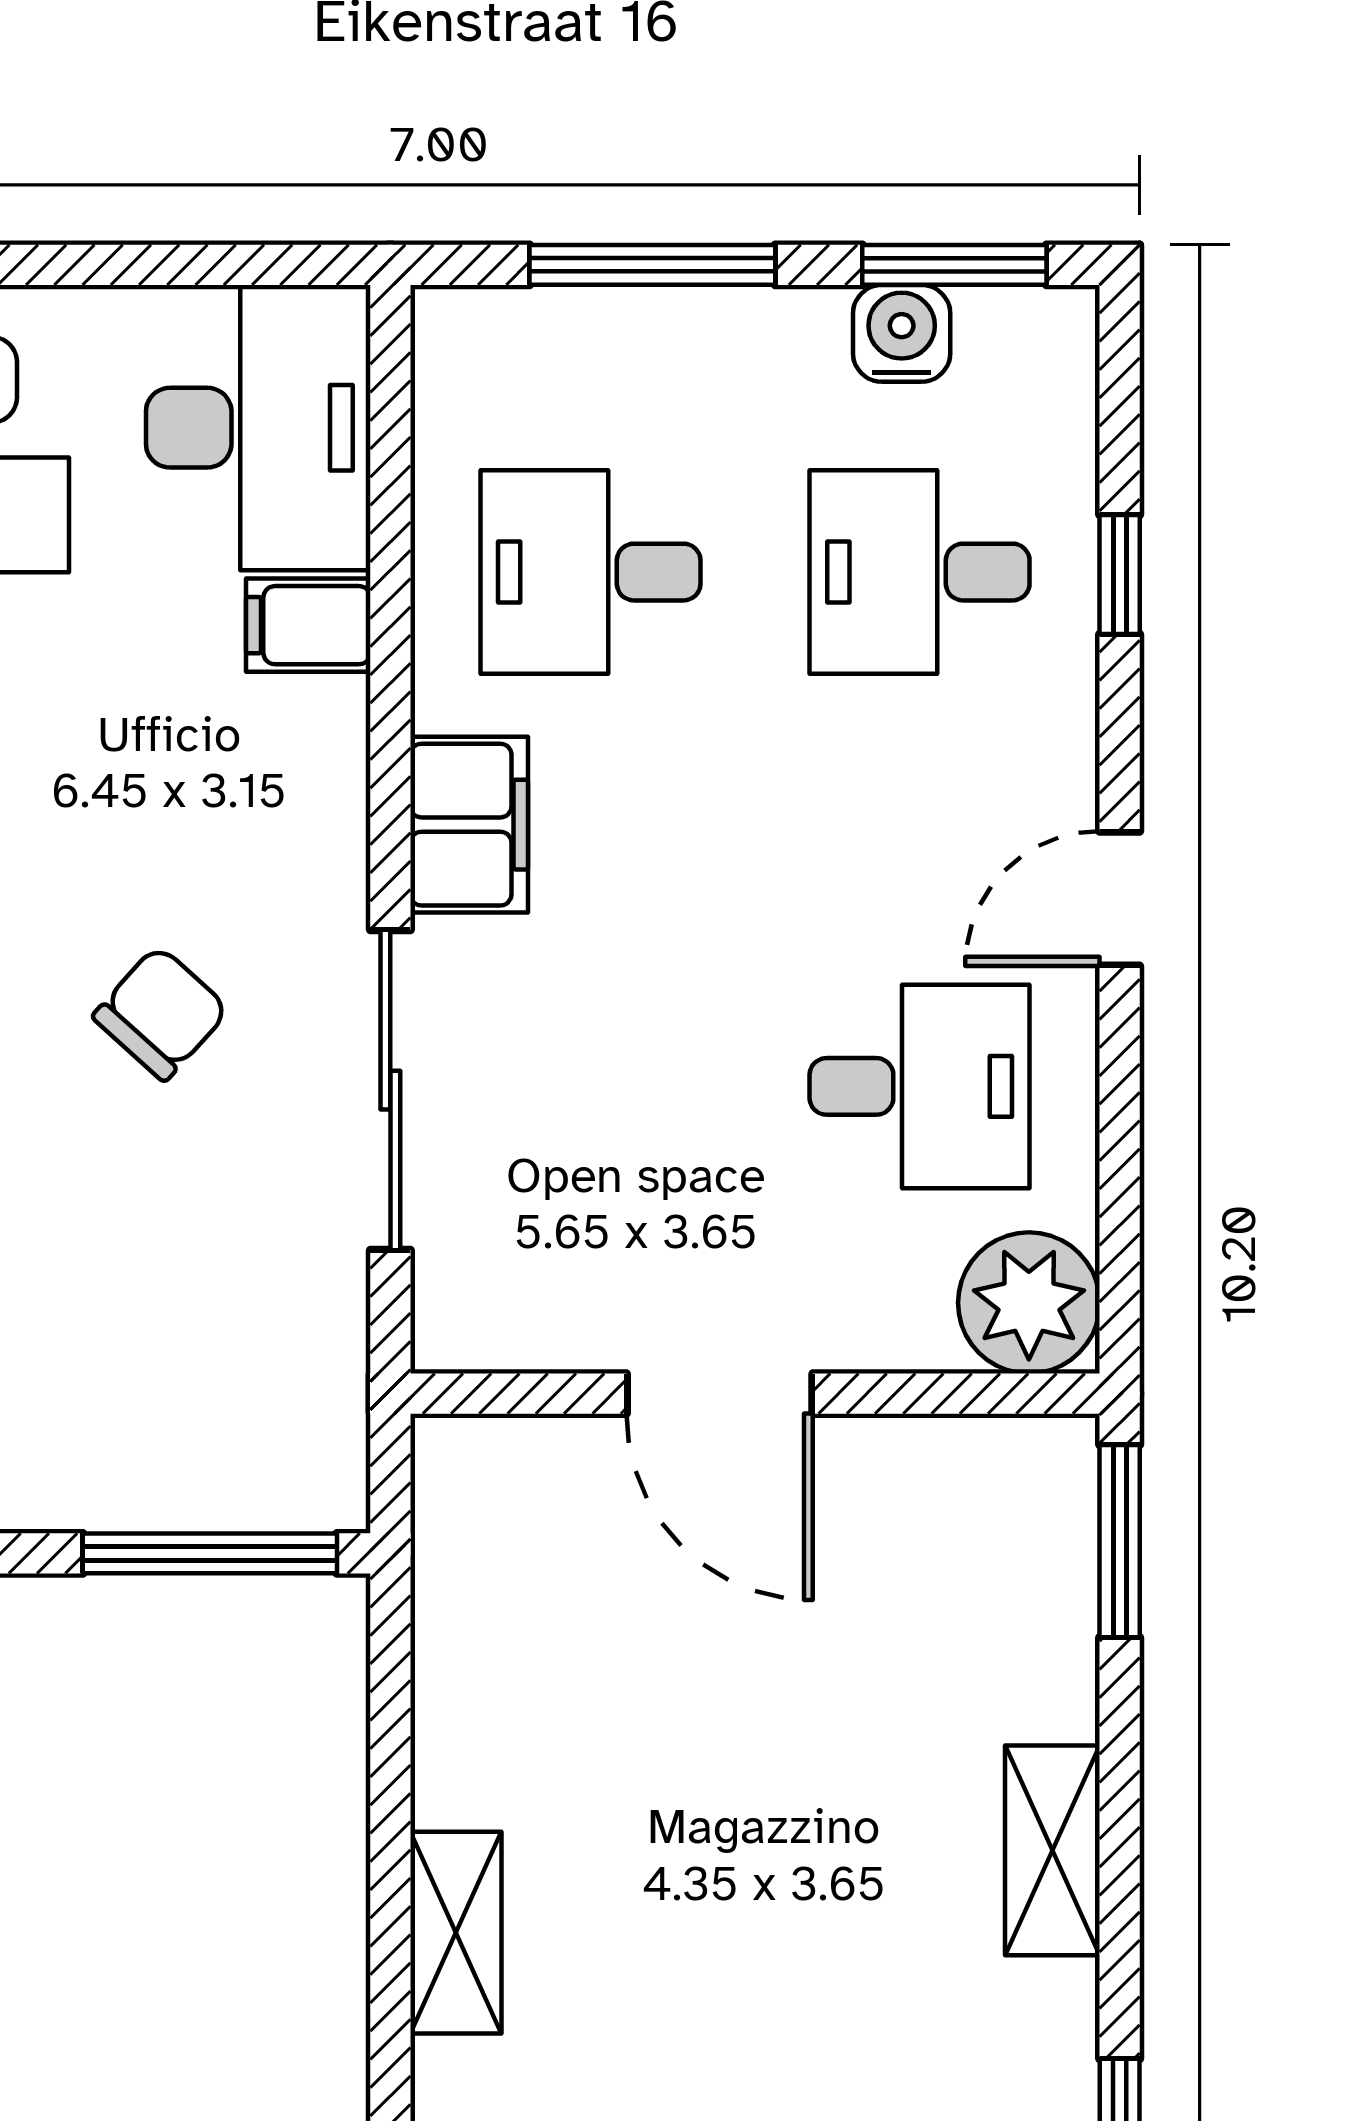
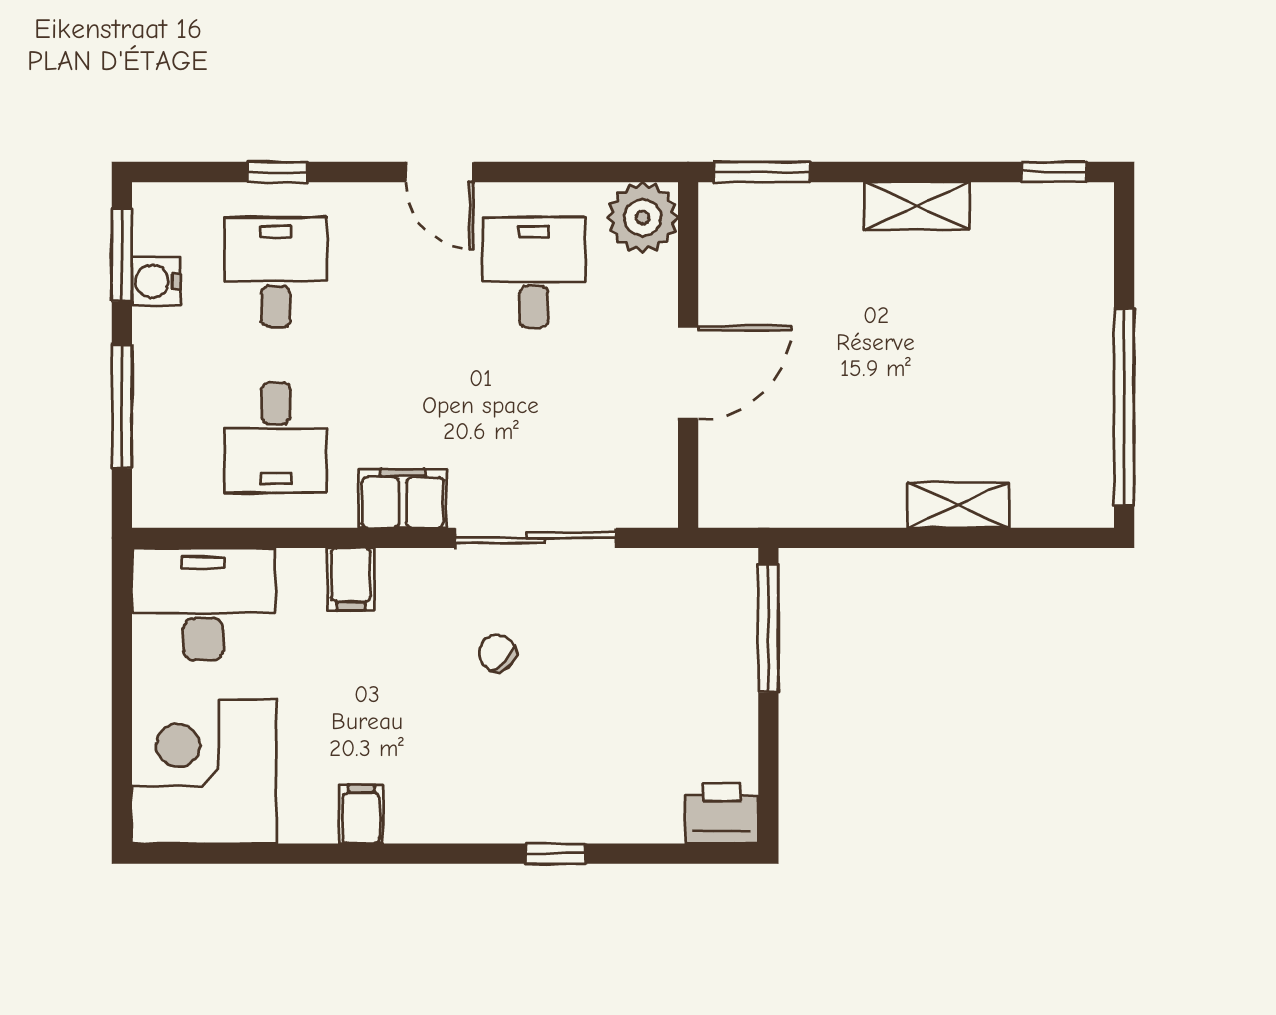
desk: (920, 572) -> (276, 272), turned 180
filing cabinet: (308, 625) -> (351, 579), moved
chair: (161, 1013) -> (497, 653), width x0.73, depth x0.73

